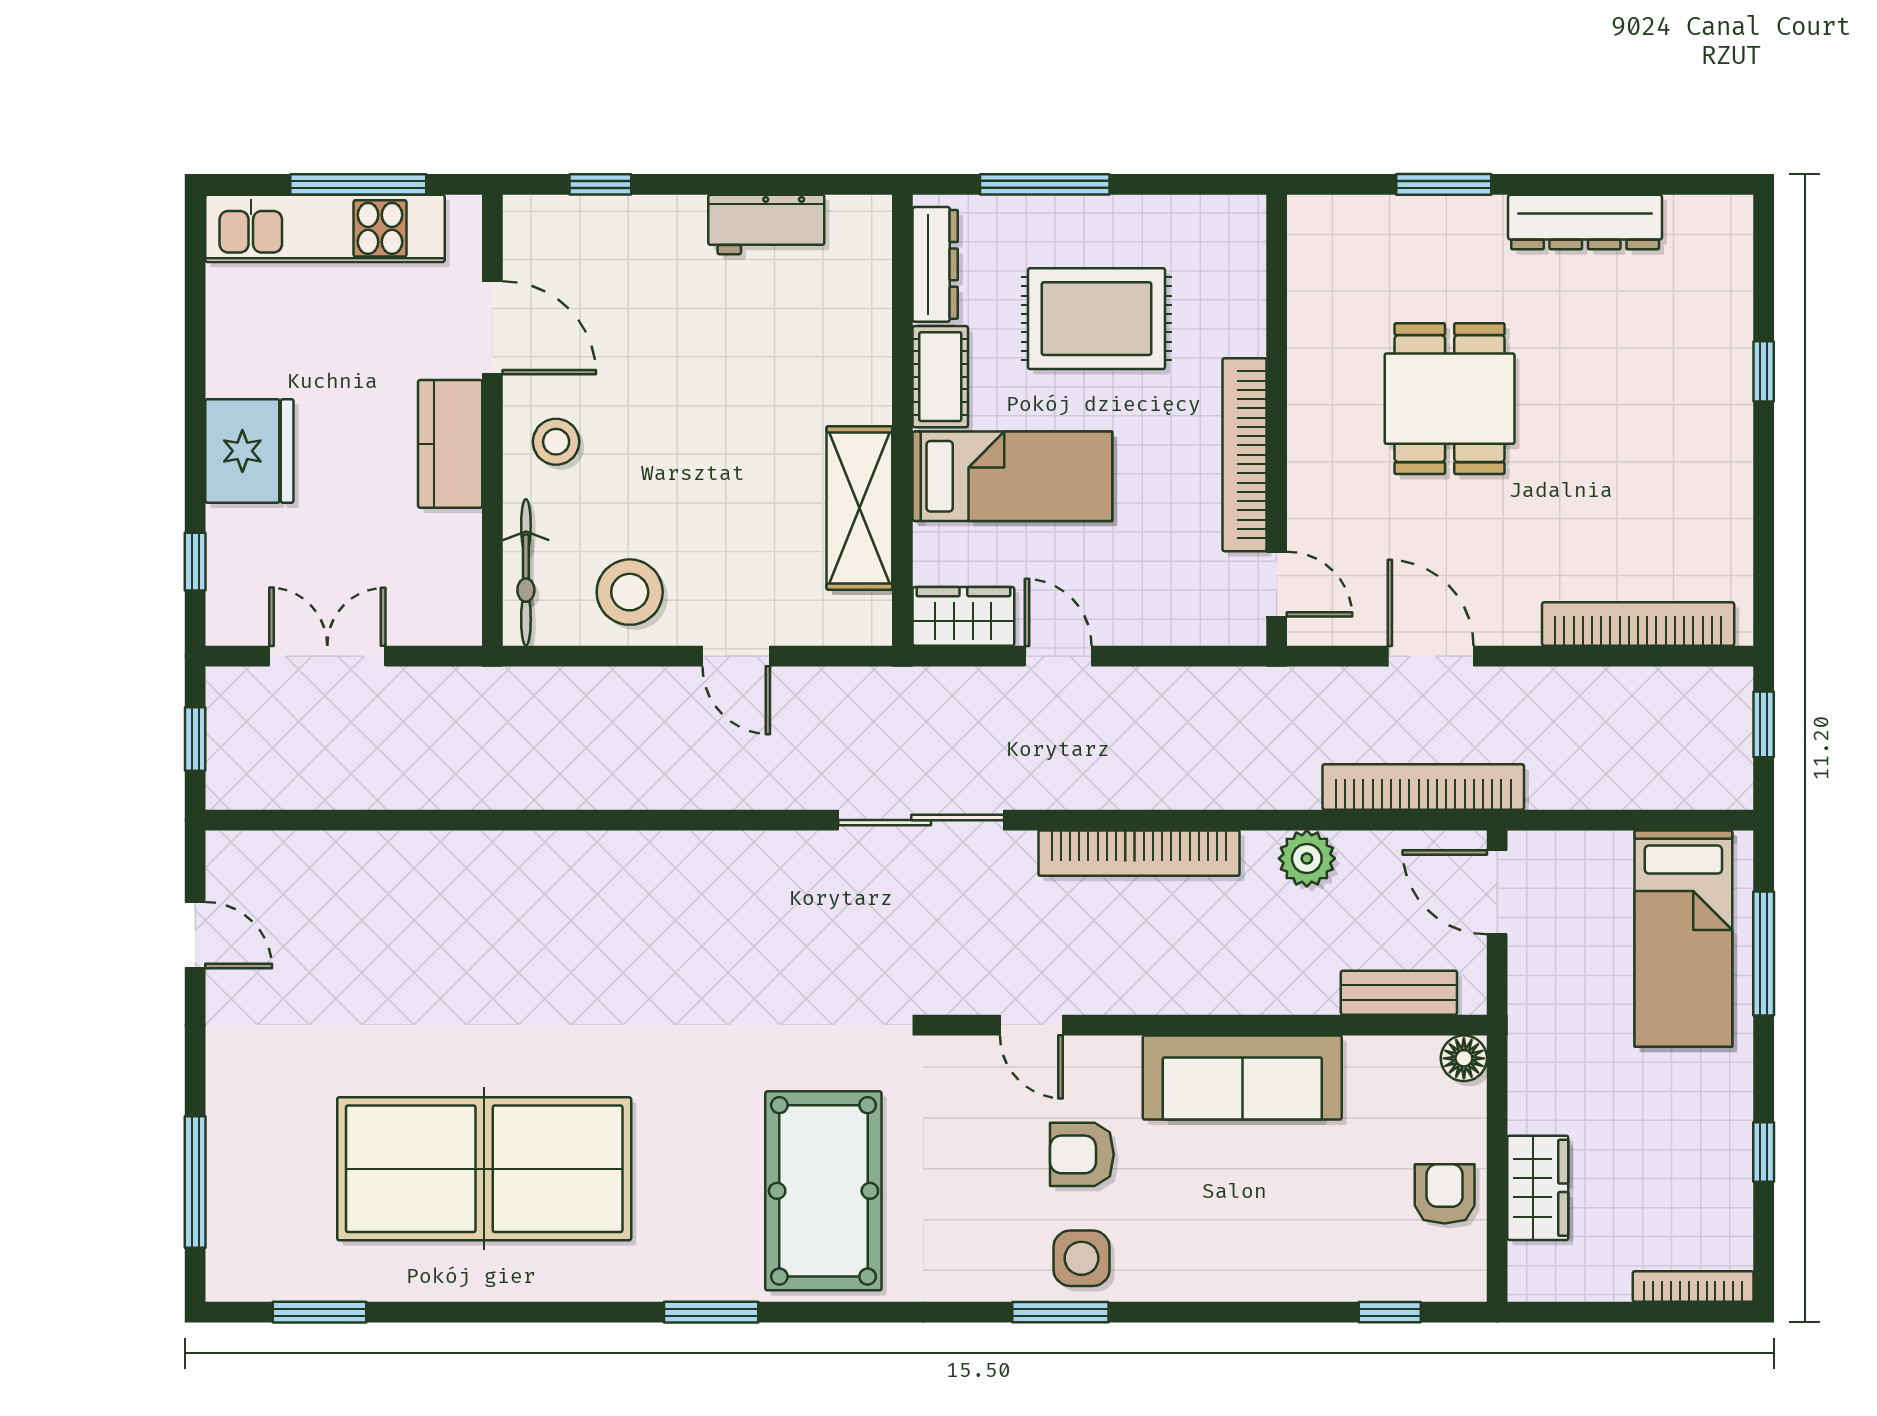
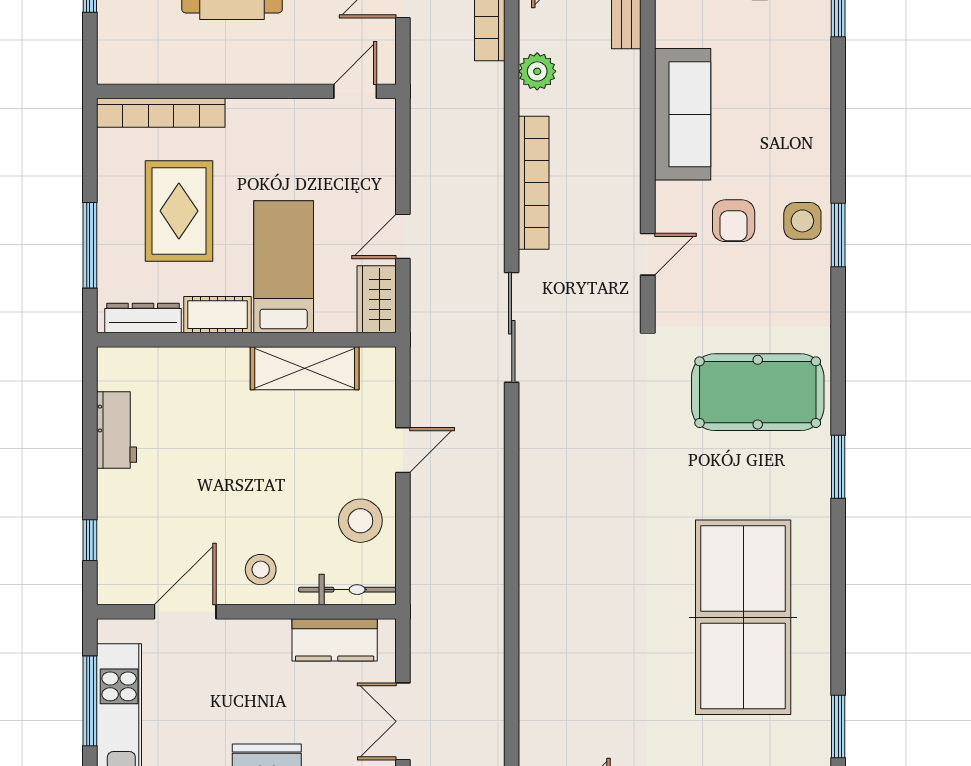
kitchen counter: (450, 444) -> (335, 640), moved
bookcase: (1245, 455) -> (161, 113), moved

